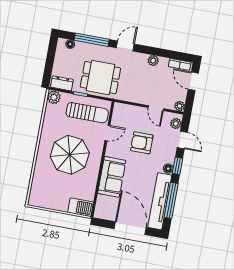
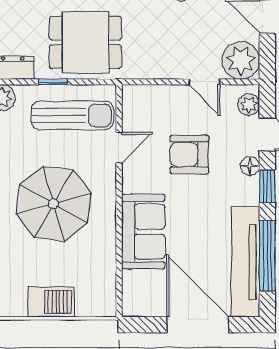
plant: (180, 106) -> (241, 61), width x1.88, depth x1.88
floor lamp: (168, 169) -> (250, 166), moved
barbecue: (80, 207) -> (51, 302), moved

